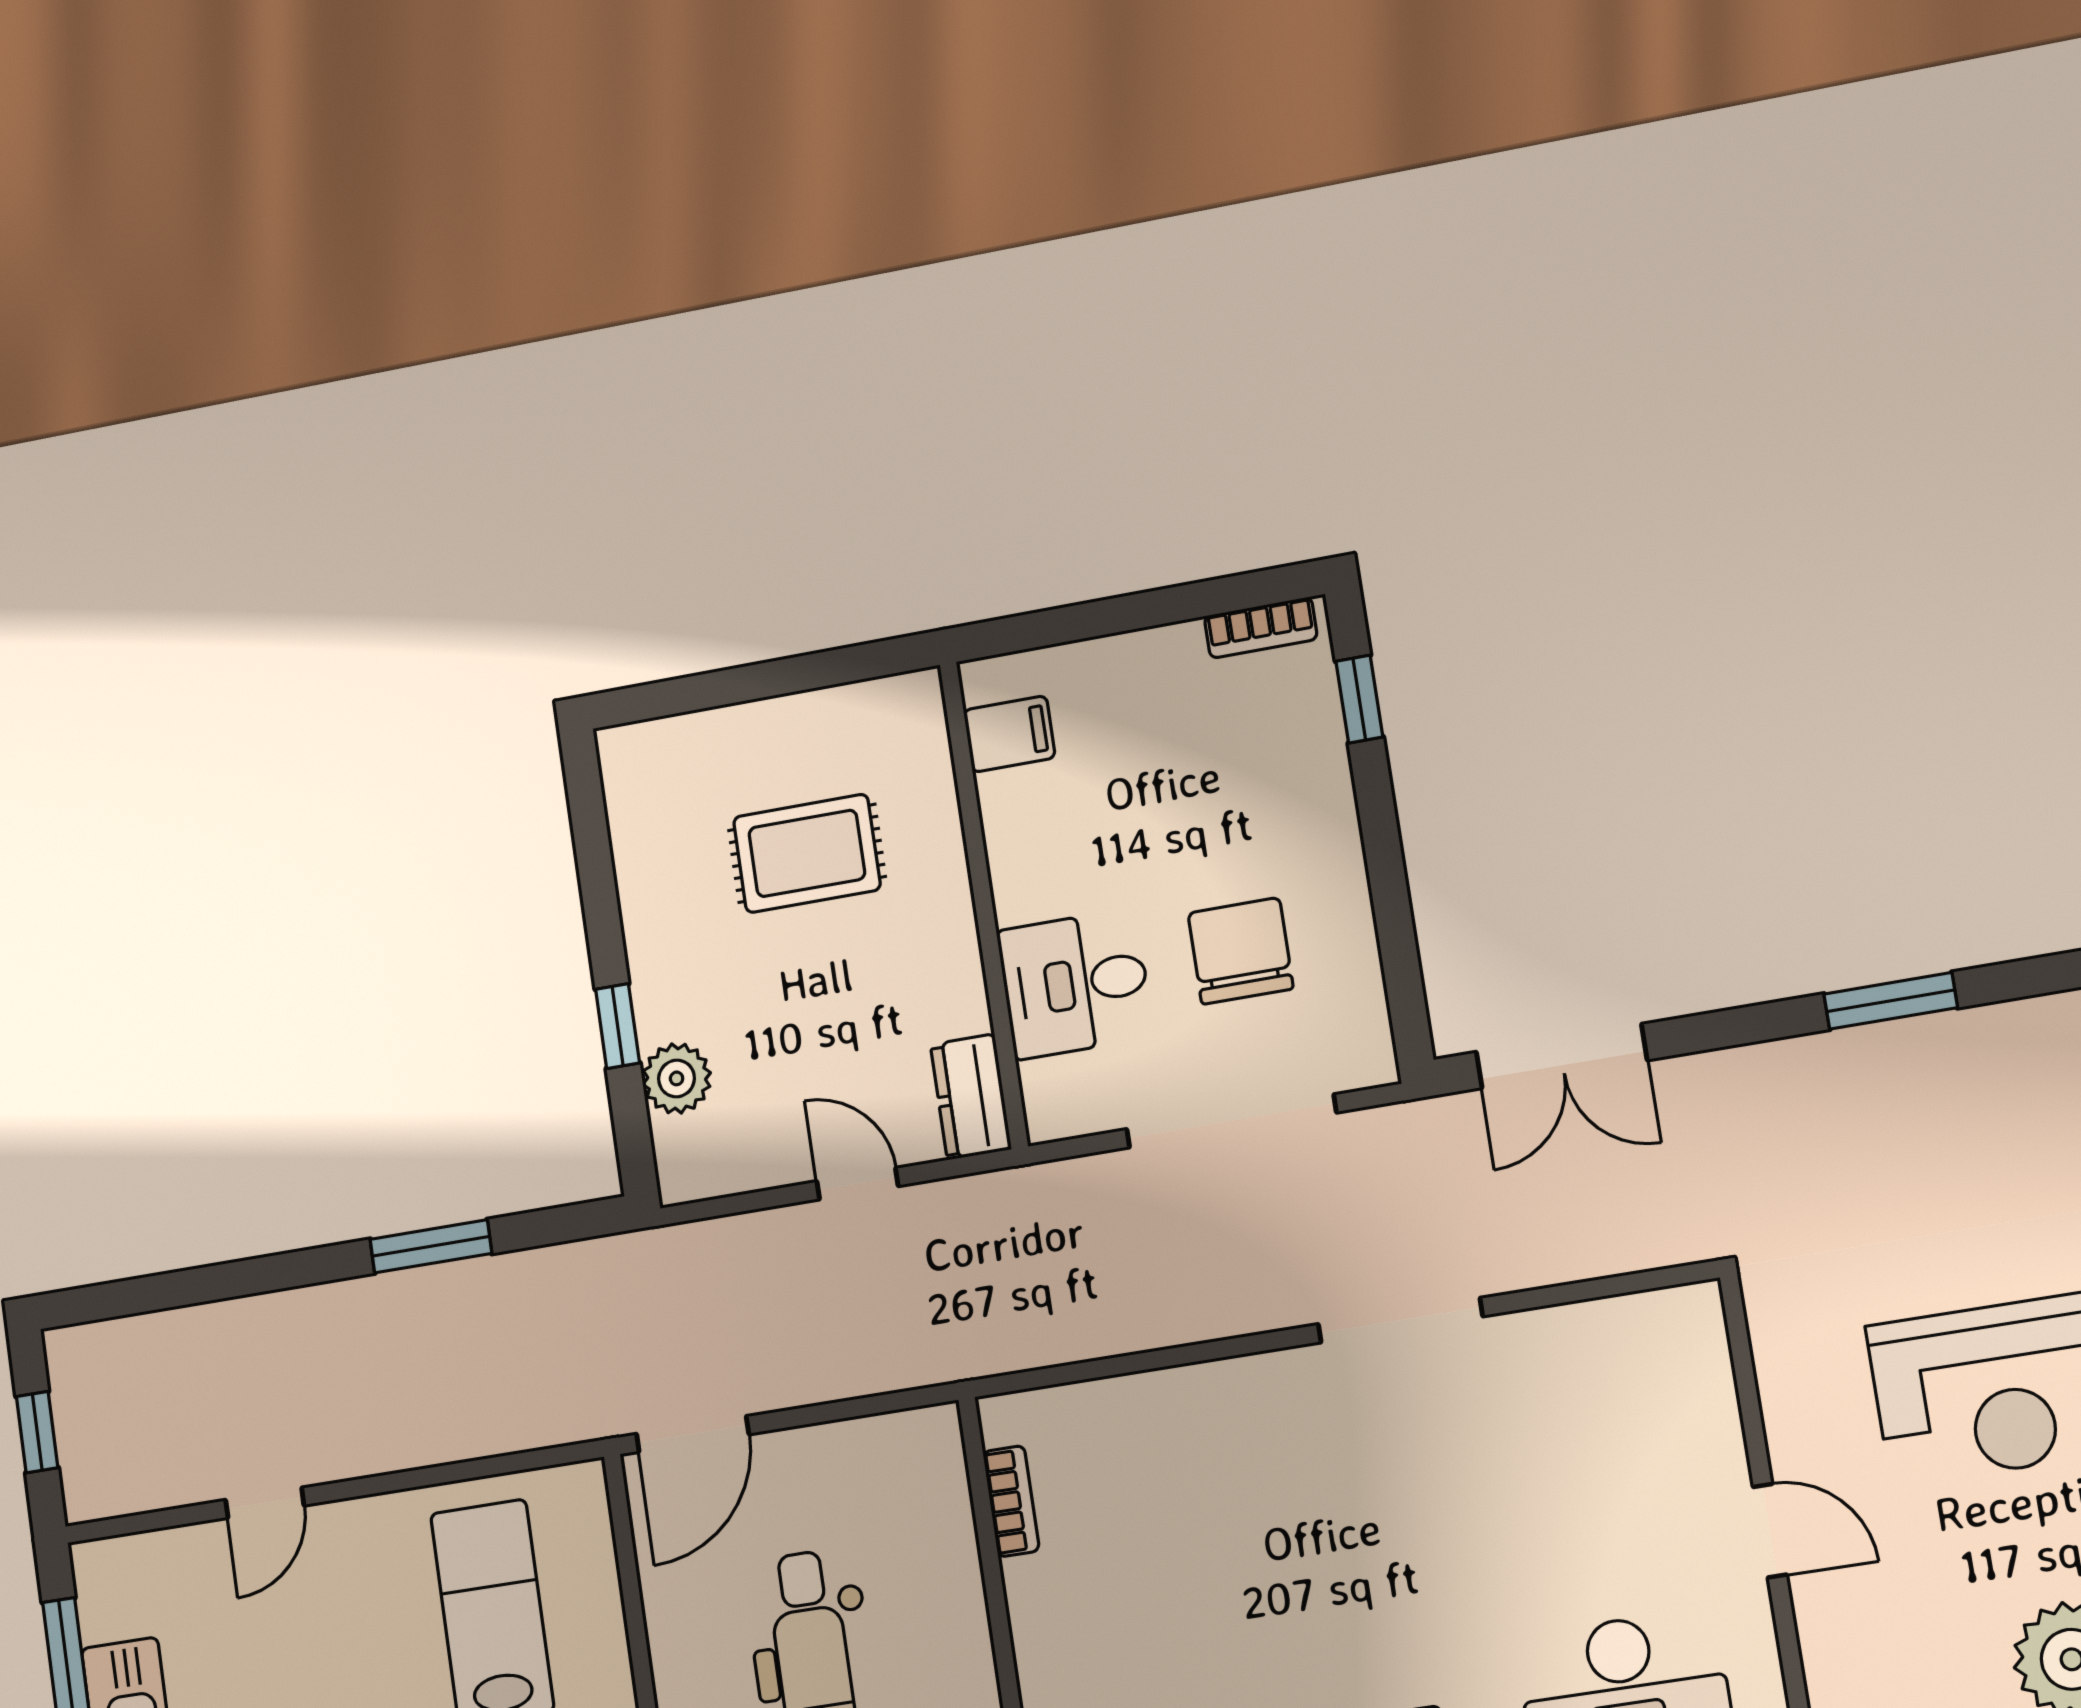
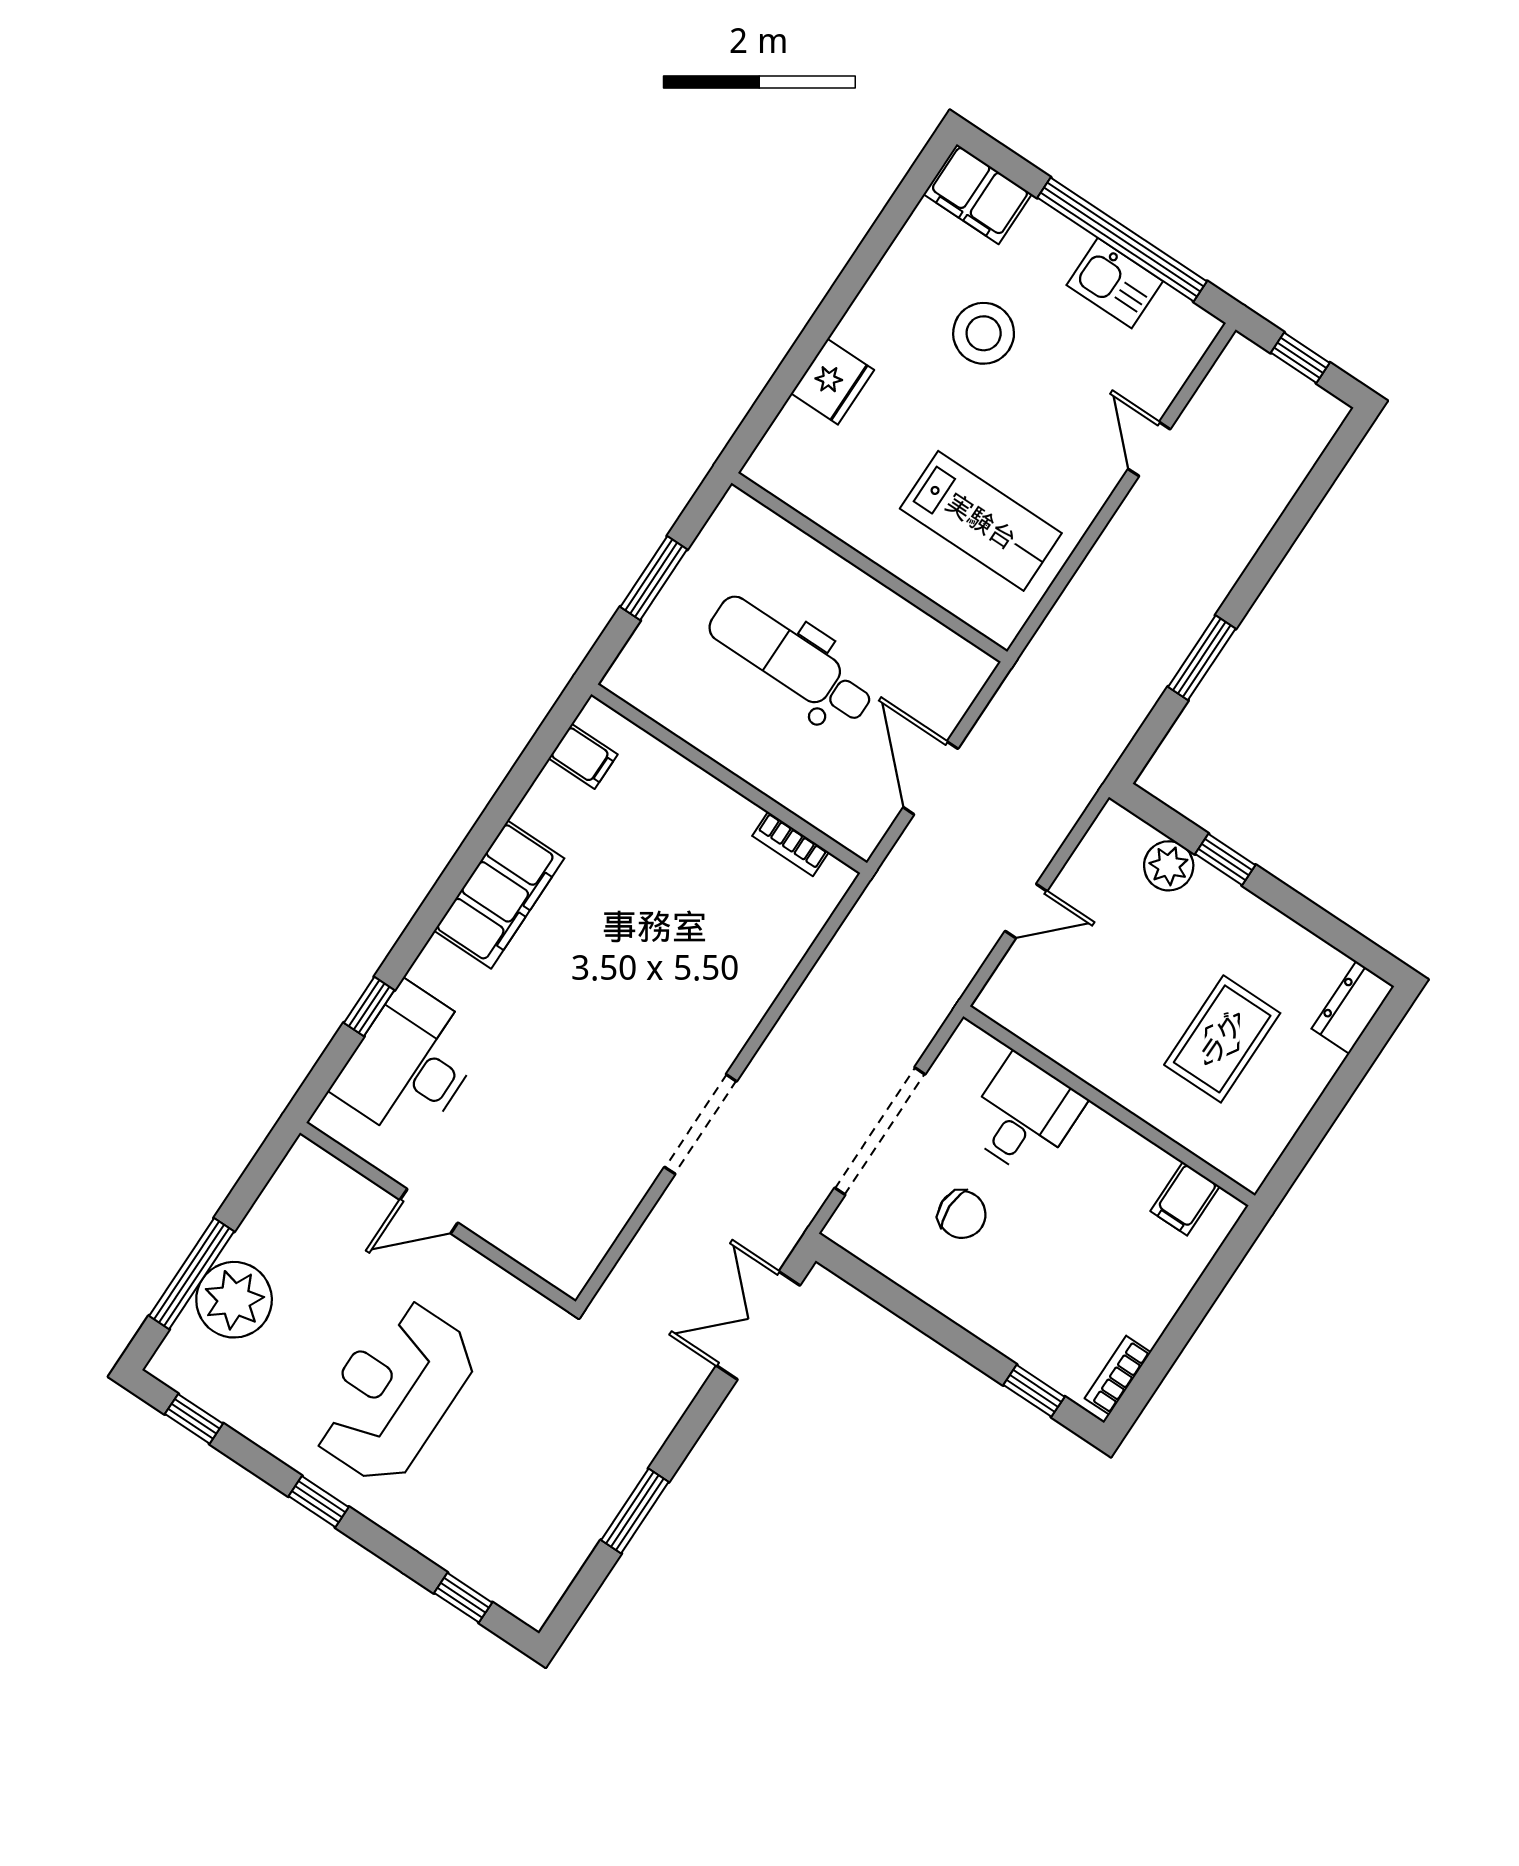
chair: (1241, 951) -> (962, 1214), width x0.73, depth x0.73
dresser: (971, 1097) -> (1353, 1007), moved, turned -90
door: (693, 1434) -> (931, 778), moved

